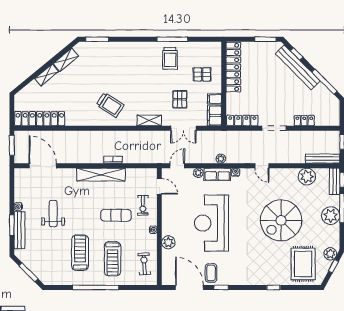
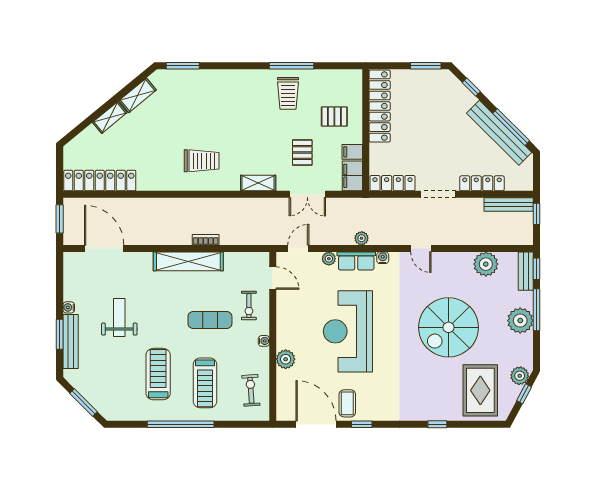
bench: (298, 67) -> (499, 133), moved
trolley: (110, 105) -> (202, 161), turned -33
locker: (304, 121) -> (482, 183), width x1.53
bench: (323, 159) -> (509, 205), moved

